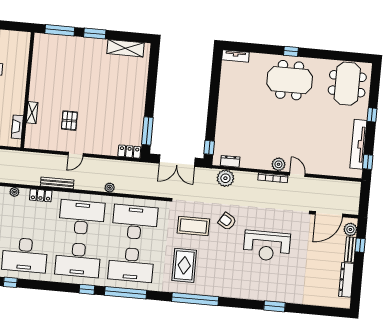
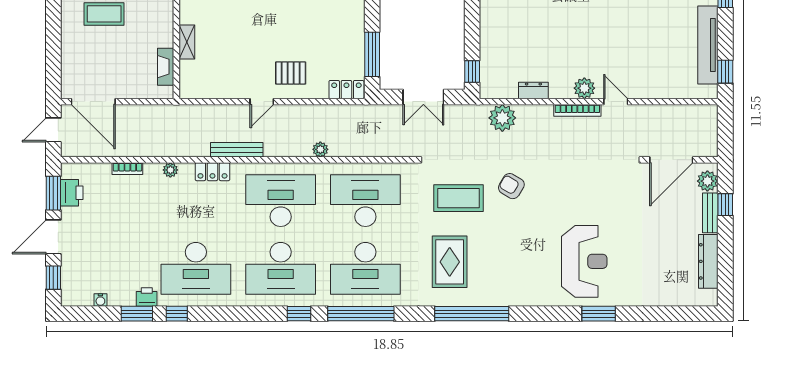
pallet: (69, 121) -> (291, 73), moved, turned 90
double door: (177, 161) -> (423, 97), width x0.73
dresser: (230, 161) -> (533, 91), moved
reception desk: (267, 246) -> (584, 261), moved, turned -90

